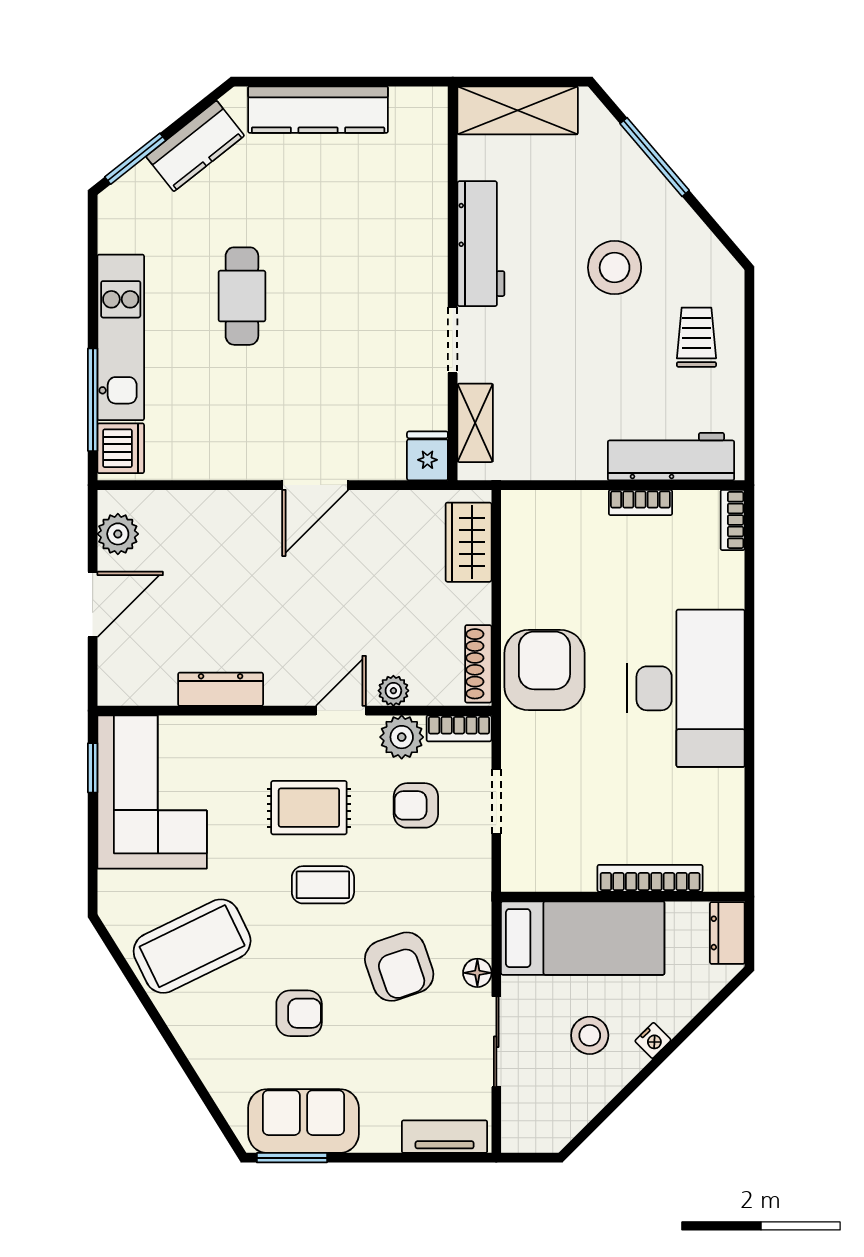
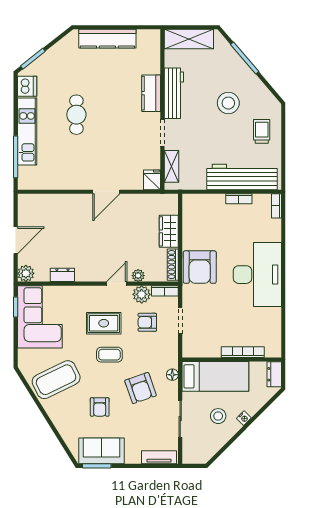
kitchen counter: (195, 146) -> (151, 93), moved, turned 128
dishwasher: (121, 448) -> (27, 86), moved
workbench: (671, 457) -> (242, 177), width x1.36, depth x1.32
plant: (118, 534) -> (26, 273), moved
wardrobe: (469, 542) -> (169, 231), moved
armchair: (544, 670) -> (200, 267), turned 180
dresser: (221, 689) -> (62, 275), width x0.70
floor lamp: (477, 973) -> (172, 375), moved
armchair: (299, 1013) -> (100, 407), turned 90

